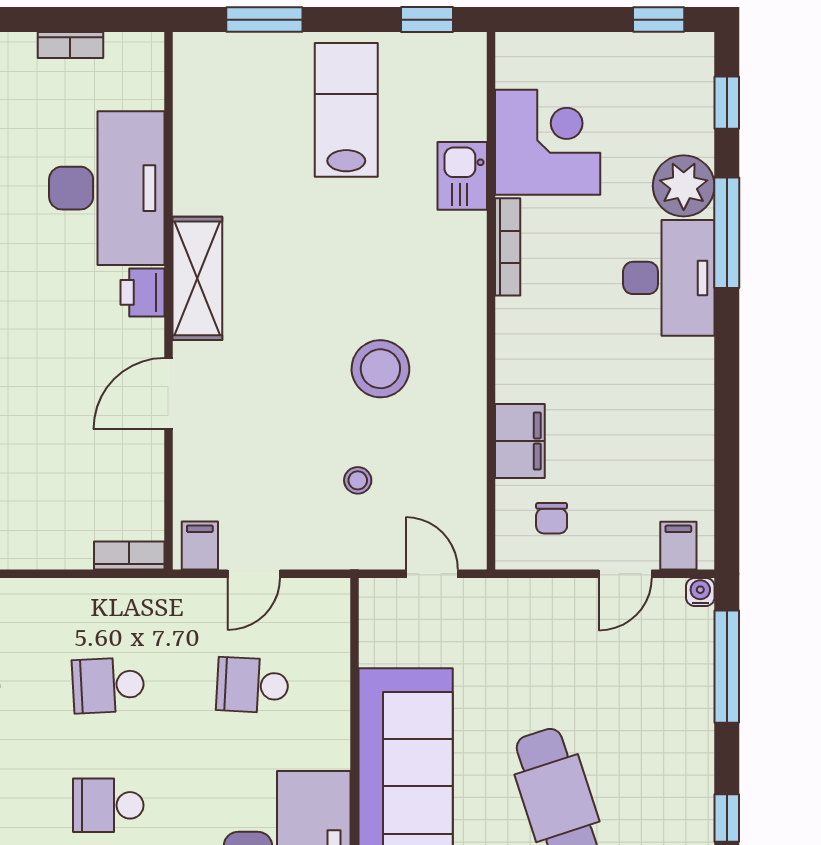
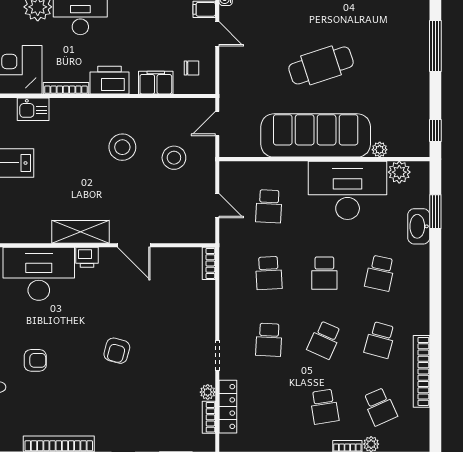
printer: (525, 341) -> (109, 80), added
stool: (358, 480) -> (174, 158), width x1.89, depth x1.89
filing cabinet: (200, 546) -> (204, 231), removed

